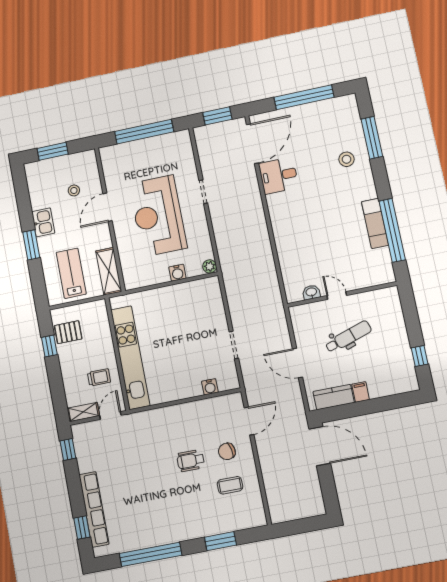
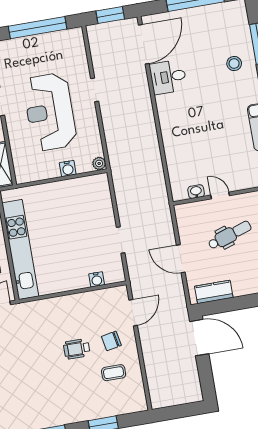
filing cabinet: (361, 392) -> (239, 288), removed

